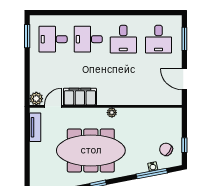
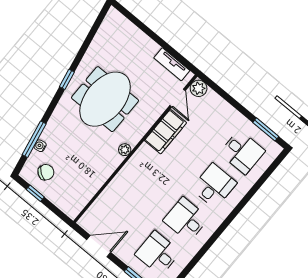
desk: (53, 39) -> (242, 152), turned 90
meeting table: (91, 150) -> (105, 99), width x0.73

